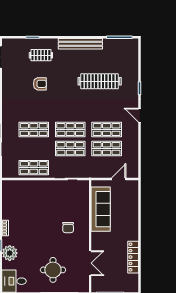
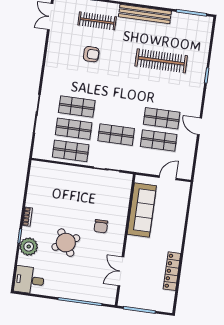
clothes rail: (41, 55) -> (97, 21), width x1.36
door: (140, 115) -> (200, 126), moved
shop shelf: (70, 130) -> (74, 129), moved
double door: (90, 263) -> (121, 271), swing flipped
round table: (53, 270) -> (66, 243), moved, turned -31

